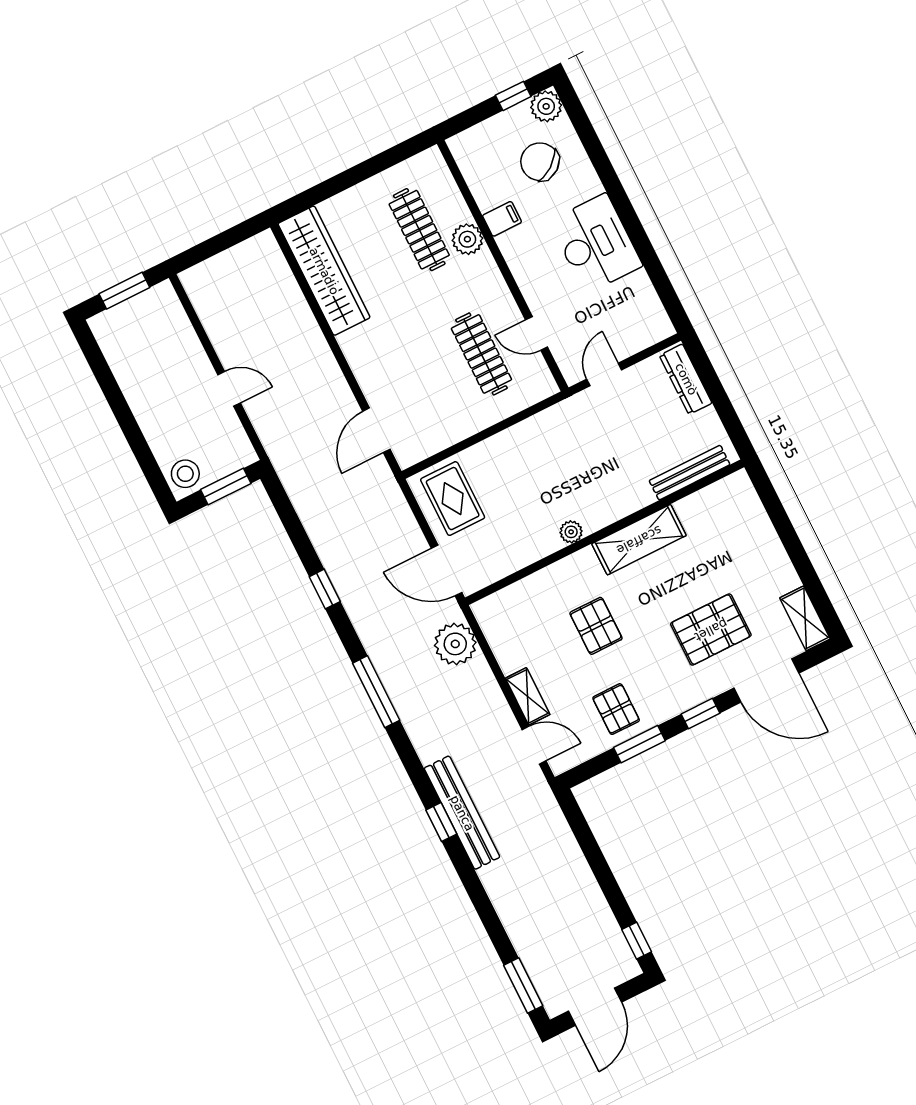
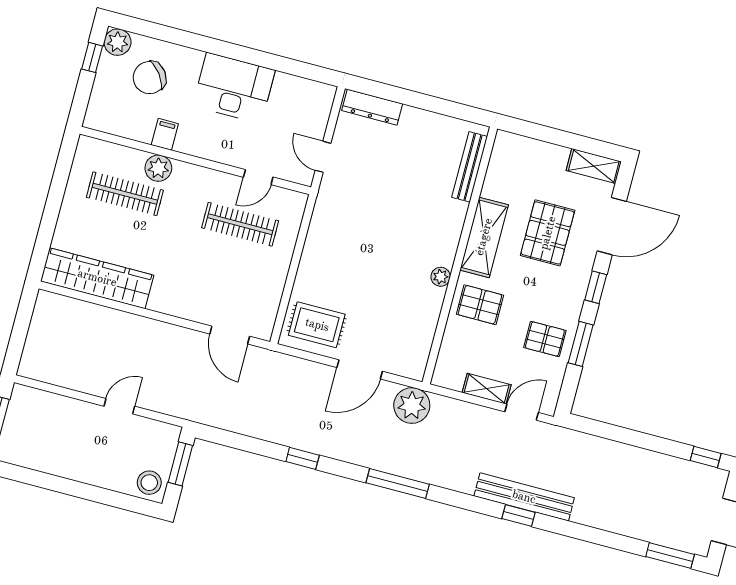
bench: (690, 473) -> (470, 167), moved
plant: (571, 532) -> (441, 277), moved
wall: (605, 532) -> (460, 255), moved
shelving: (639, 540) -> (484, 237), moved

